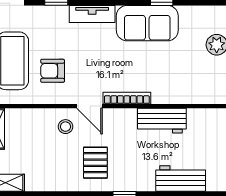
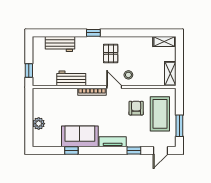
armchair: (53, 71) -> (136, 108), turned -90

